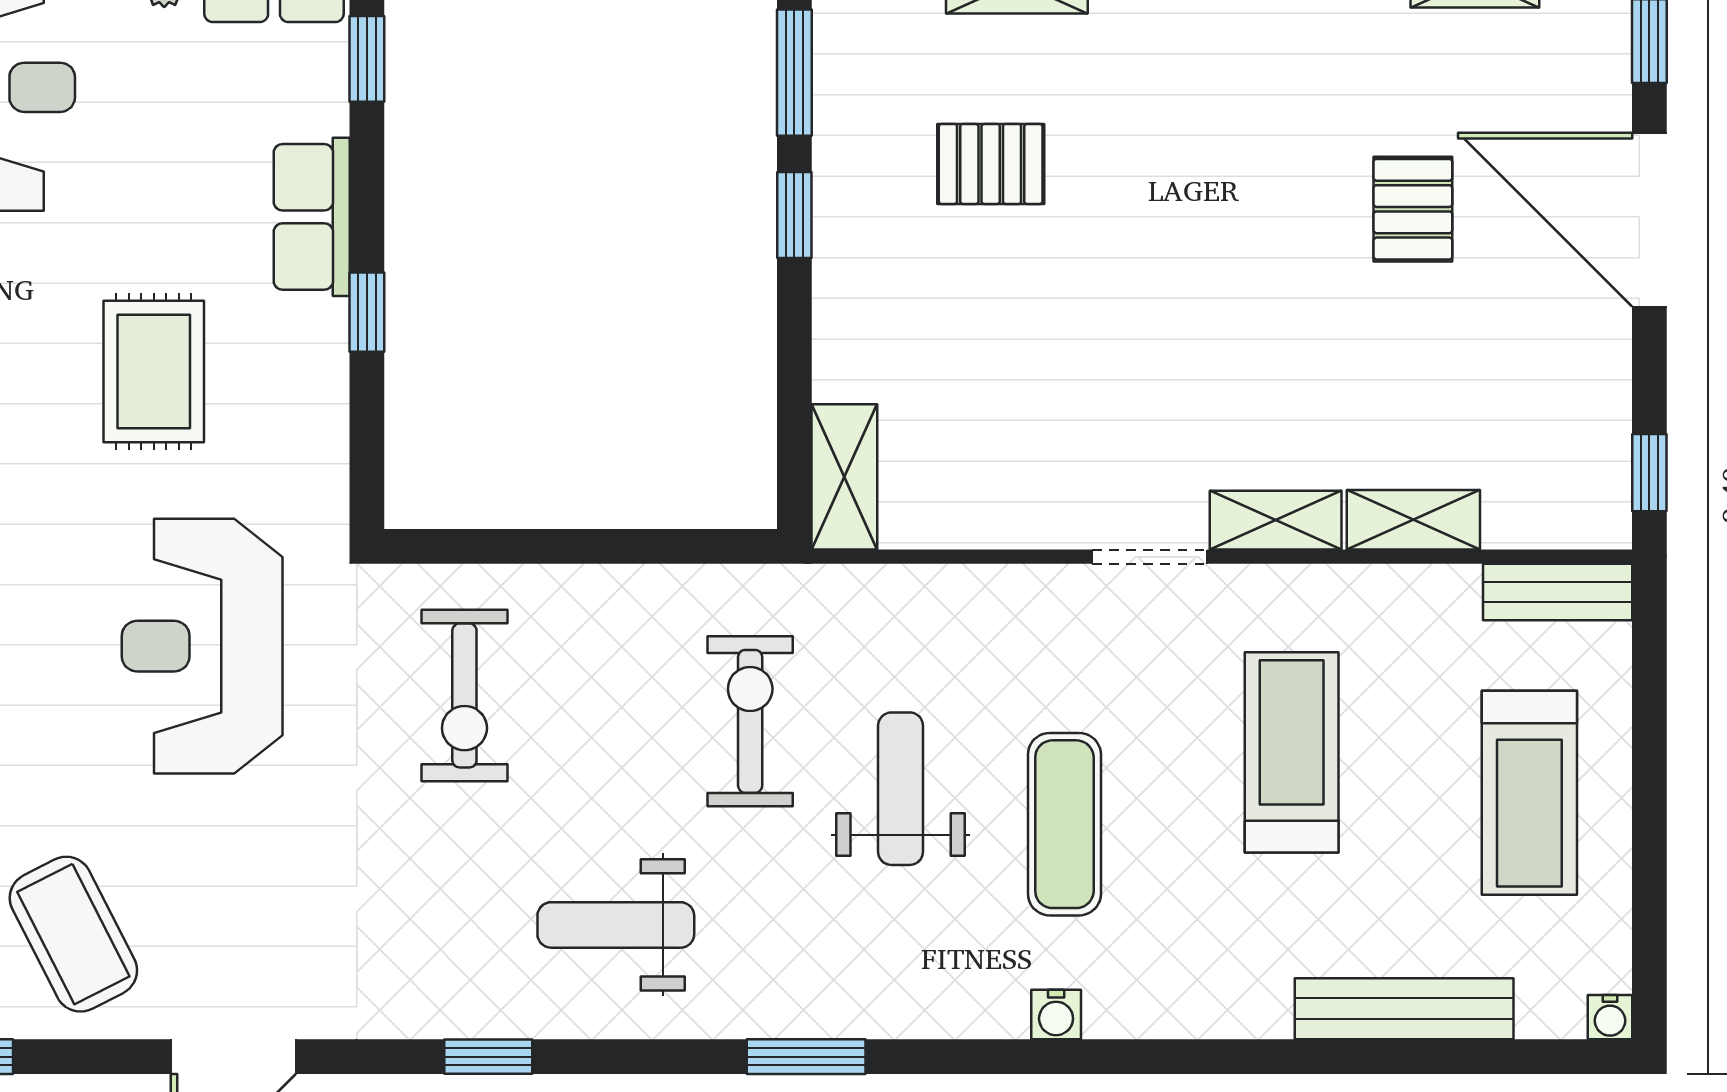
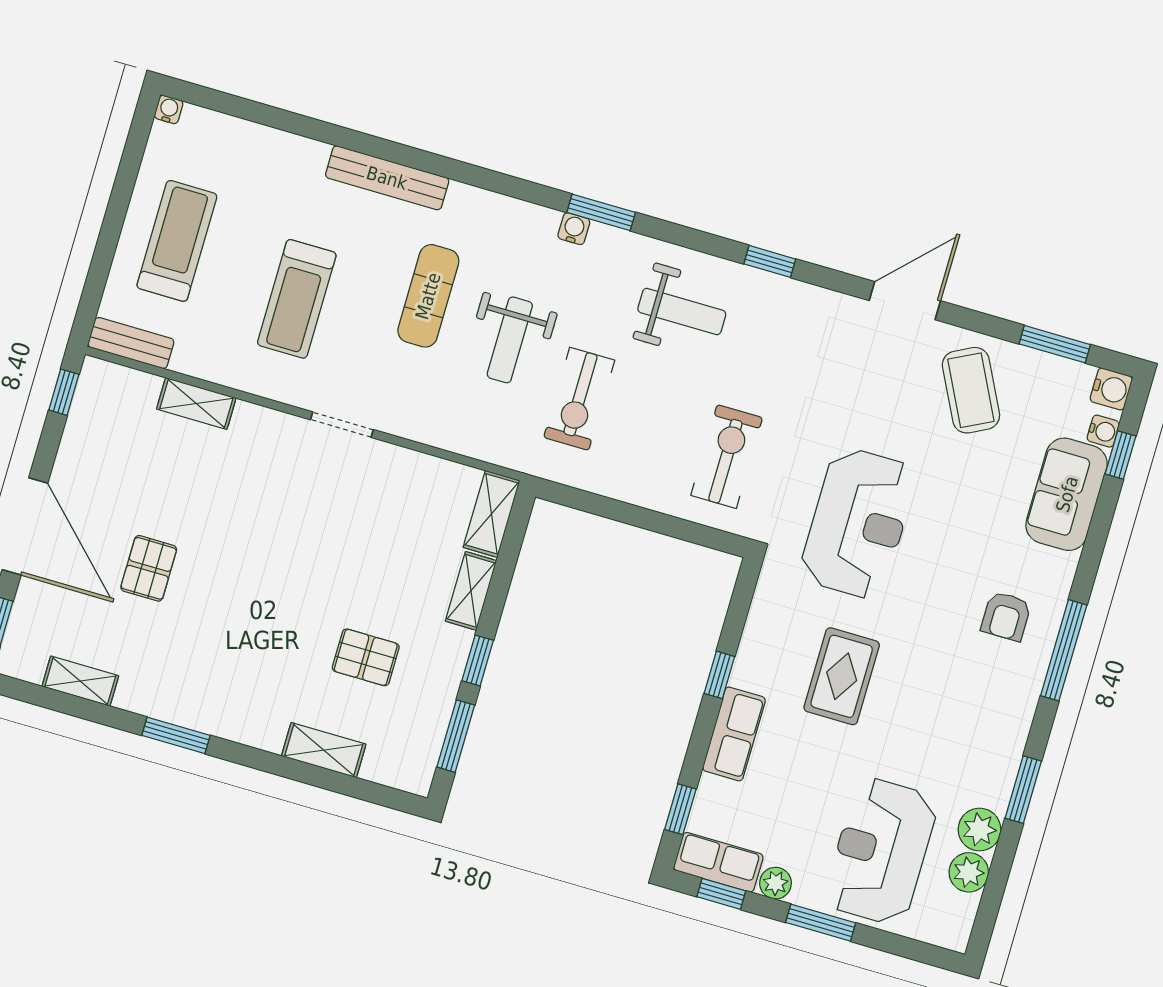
shelving: (1276, 520) -> (471, 591), moved, turned 90
bench: (1404, 1009) -> (387, 178), moved
water cooler: (1056, 1015) -> (574, 229), moved

